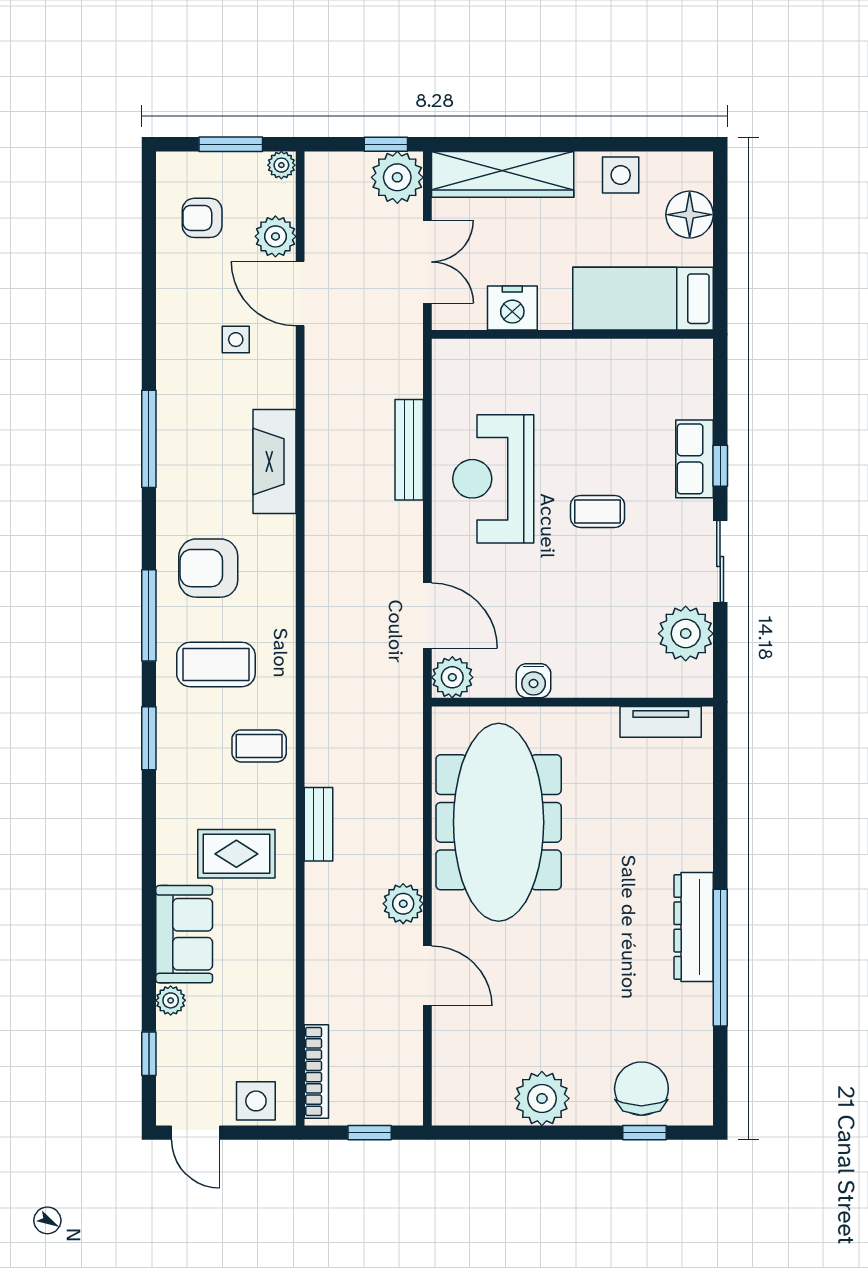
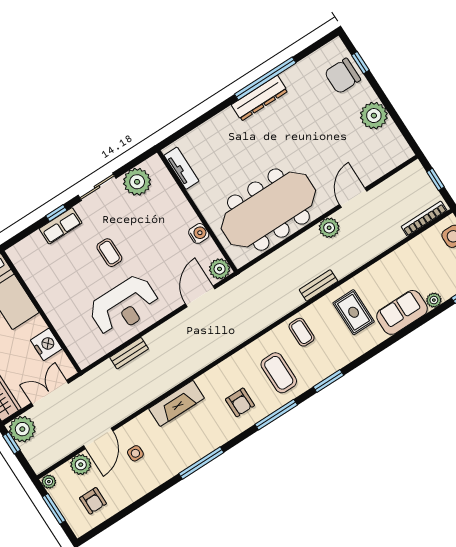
bench: (409, 450) -> (129, 353), width x0.73
armchair: (208, 568) -> (240, 402), width x0.72, depth x0.72

